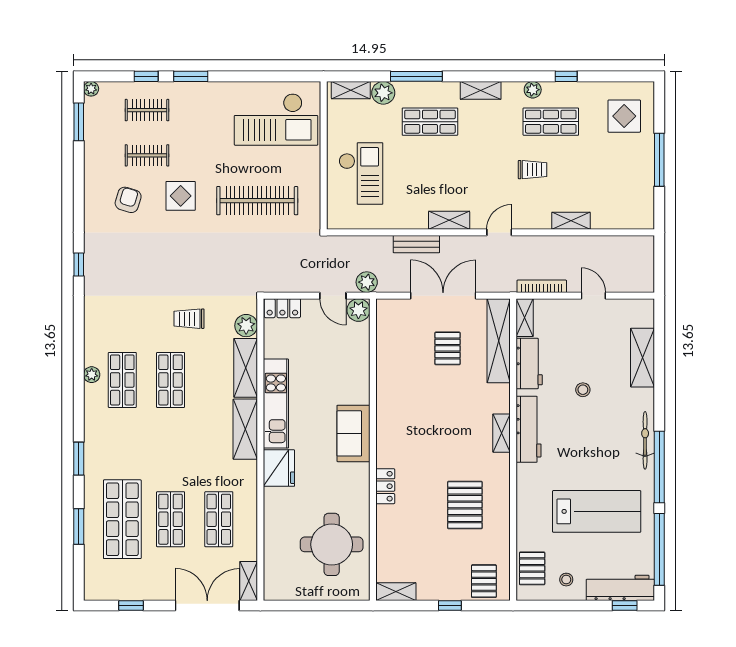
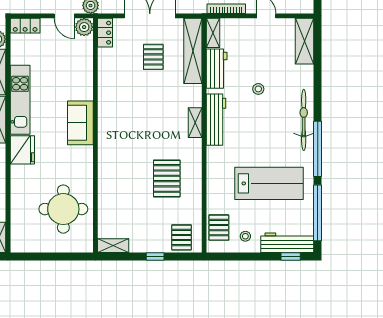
shelving: (642, 358) -> (305, 41), moved
bicycle: (645, 440) -> (304, 120), width x1.37, depth x1.40
locker: (385, 486) -> (105, 33), moved

